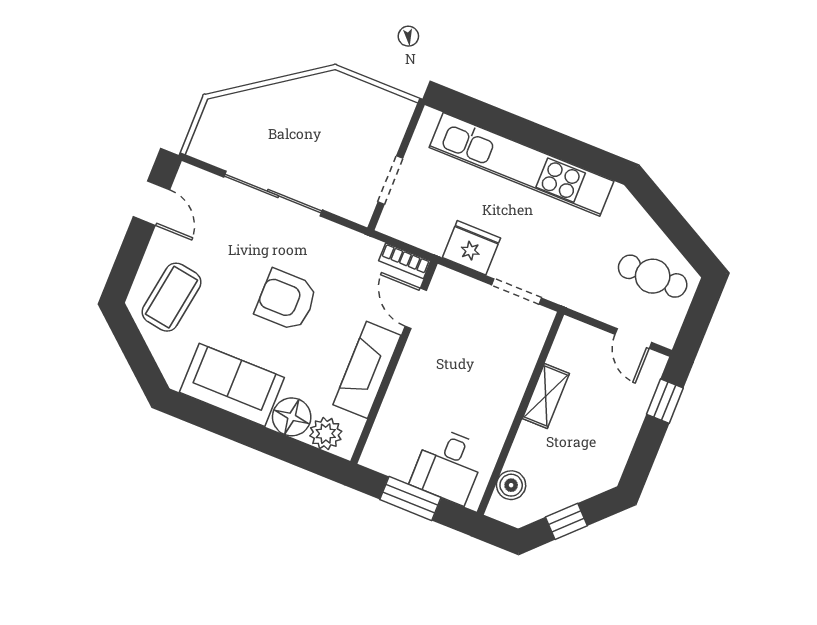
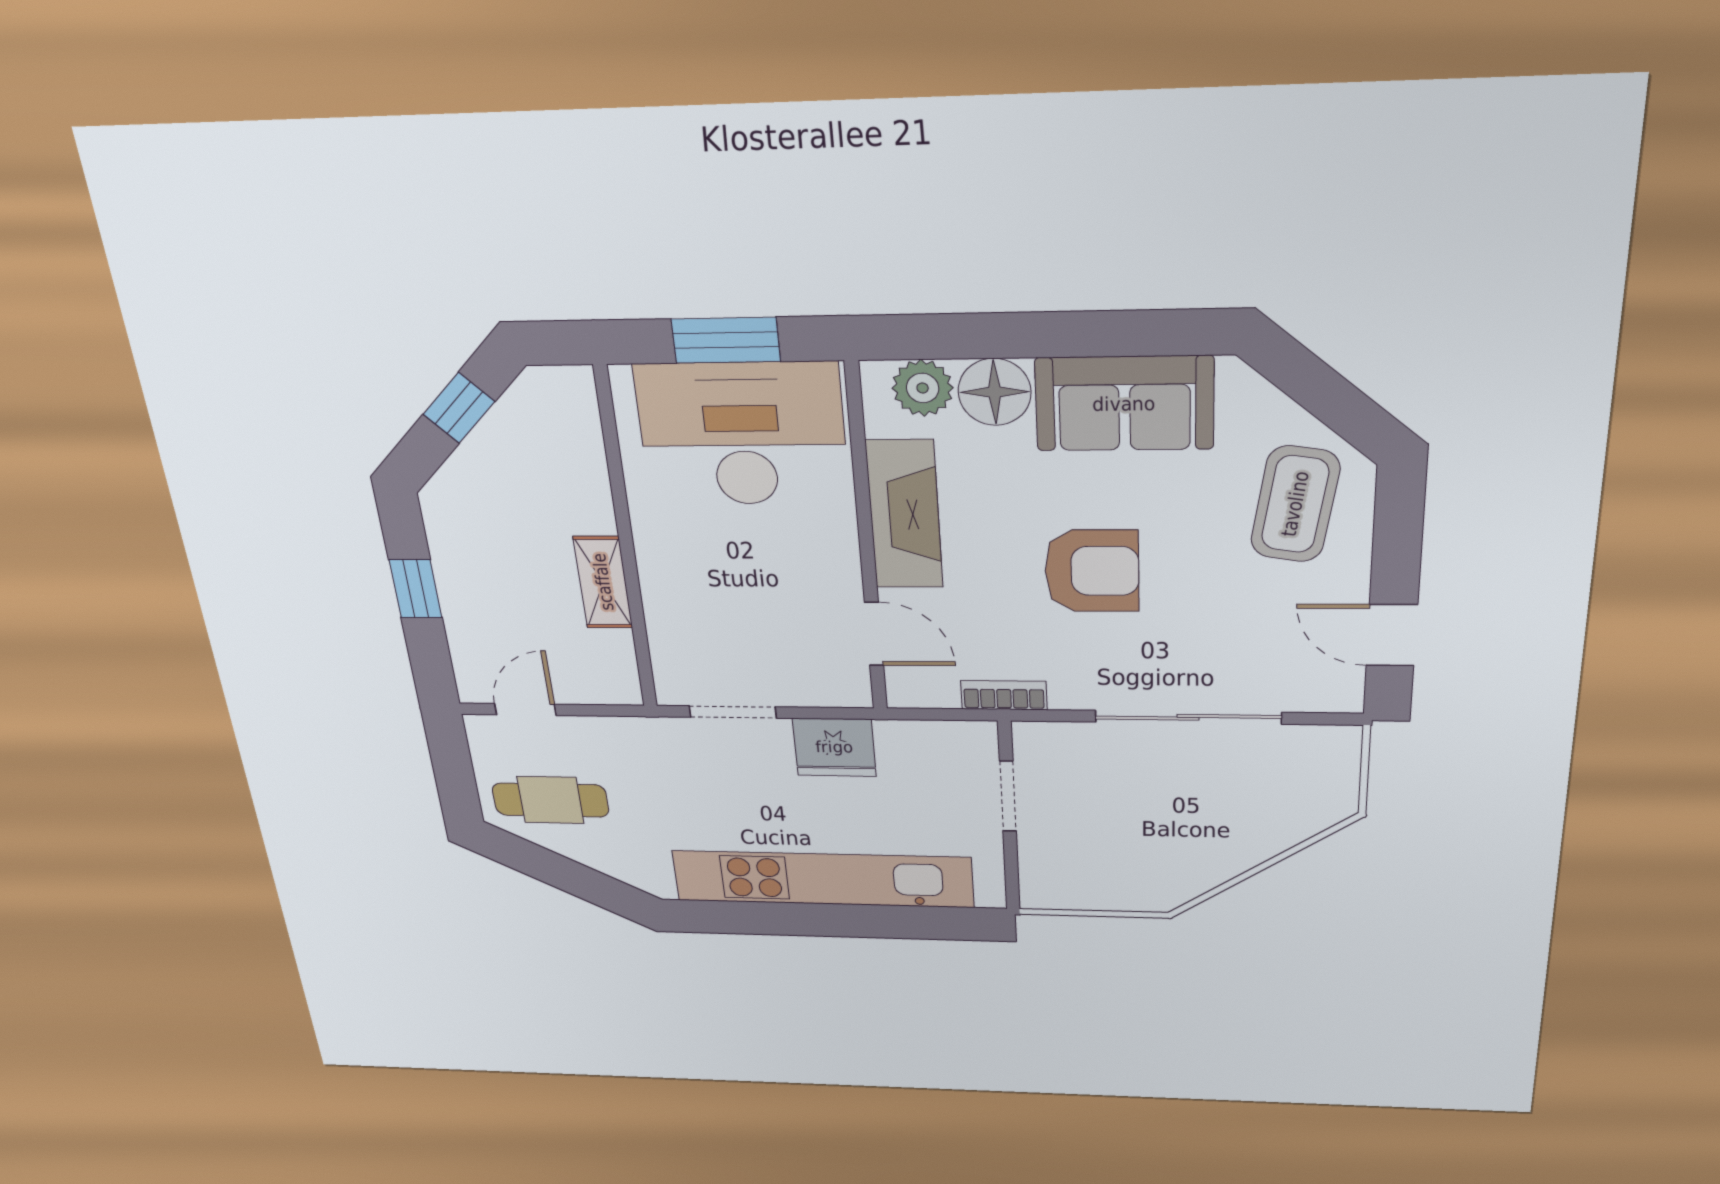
bookcase: (405, 261) -> (1004, 695), moved
door: (633, 338) -> (525, 710), hinge flipped
window: (665, 401) -> (416, 589), moved
desk: (448, 466) -> (742, 434), width x1.87, depth x1.30
boiler: (511, 485) -> (577, 429), removed

